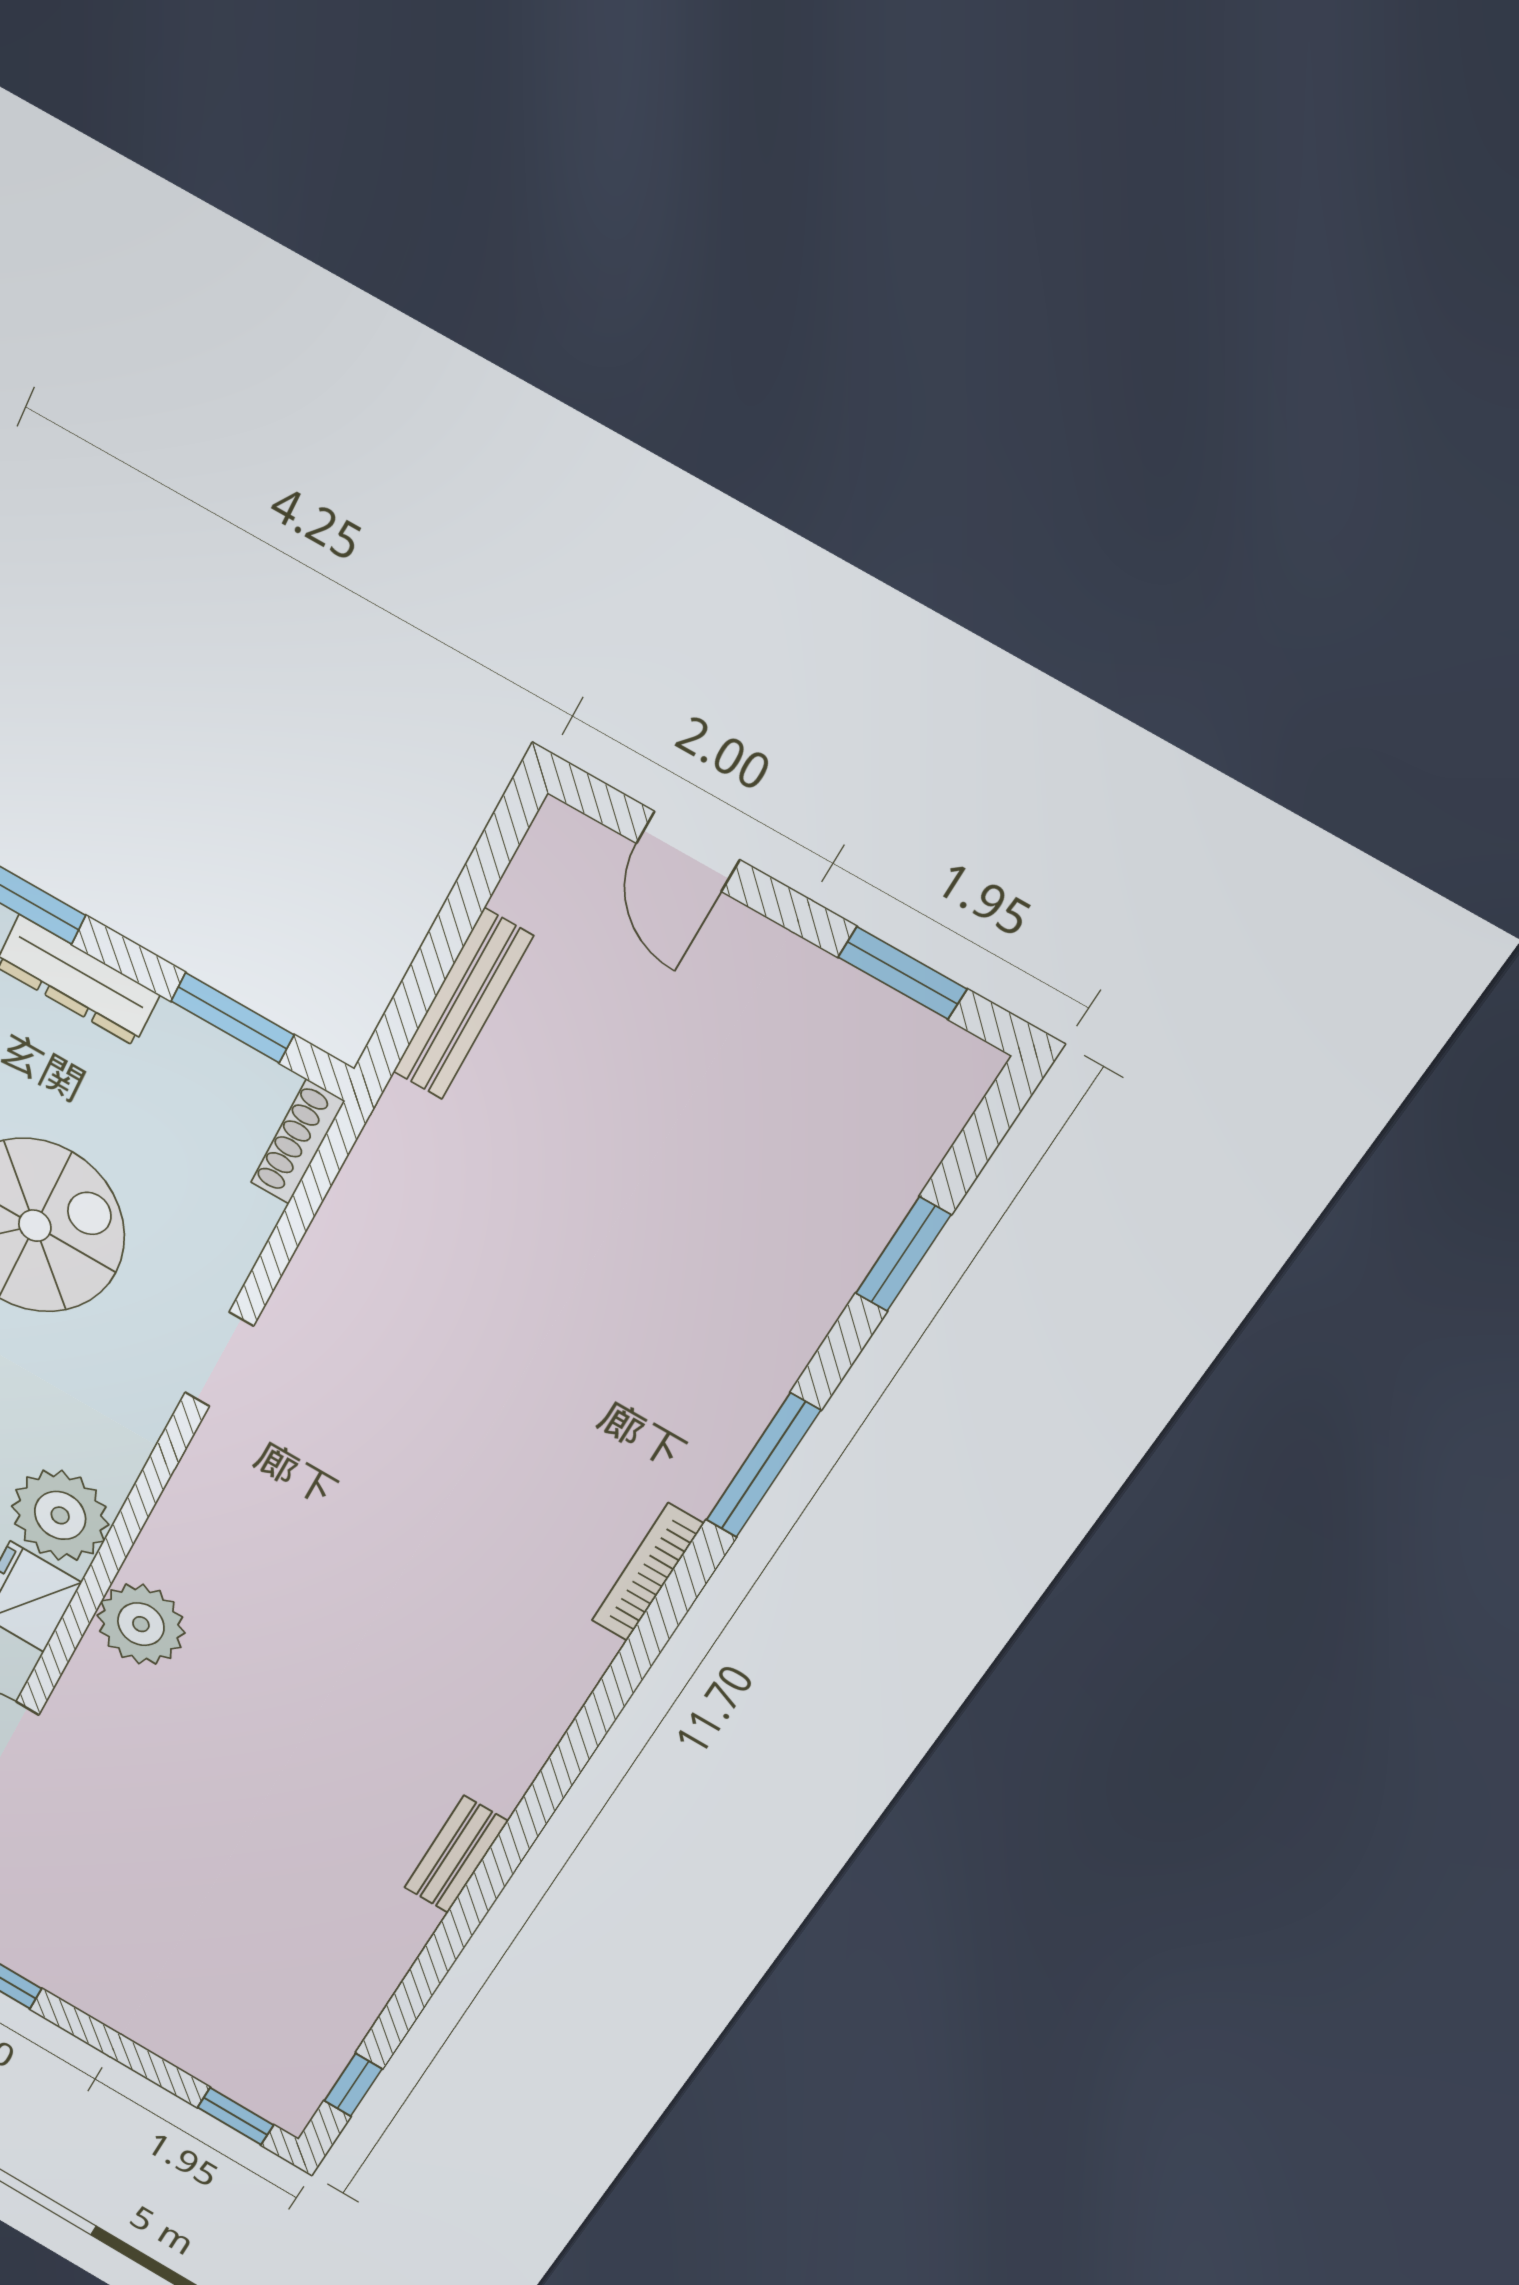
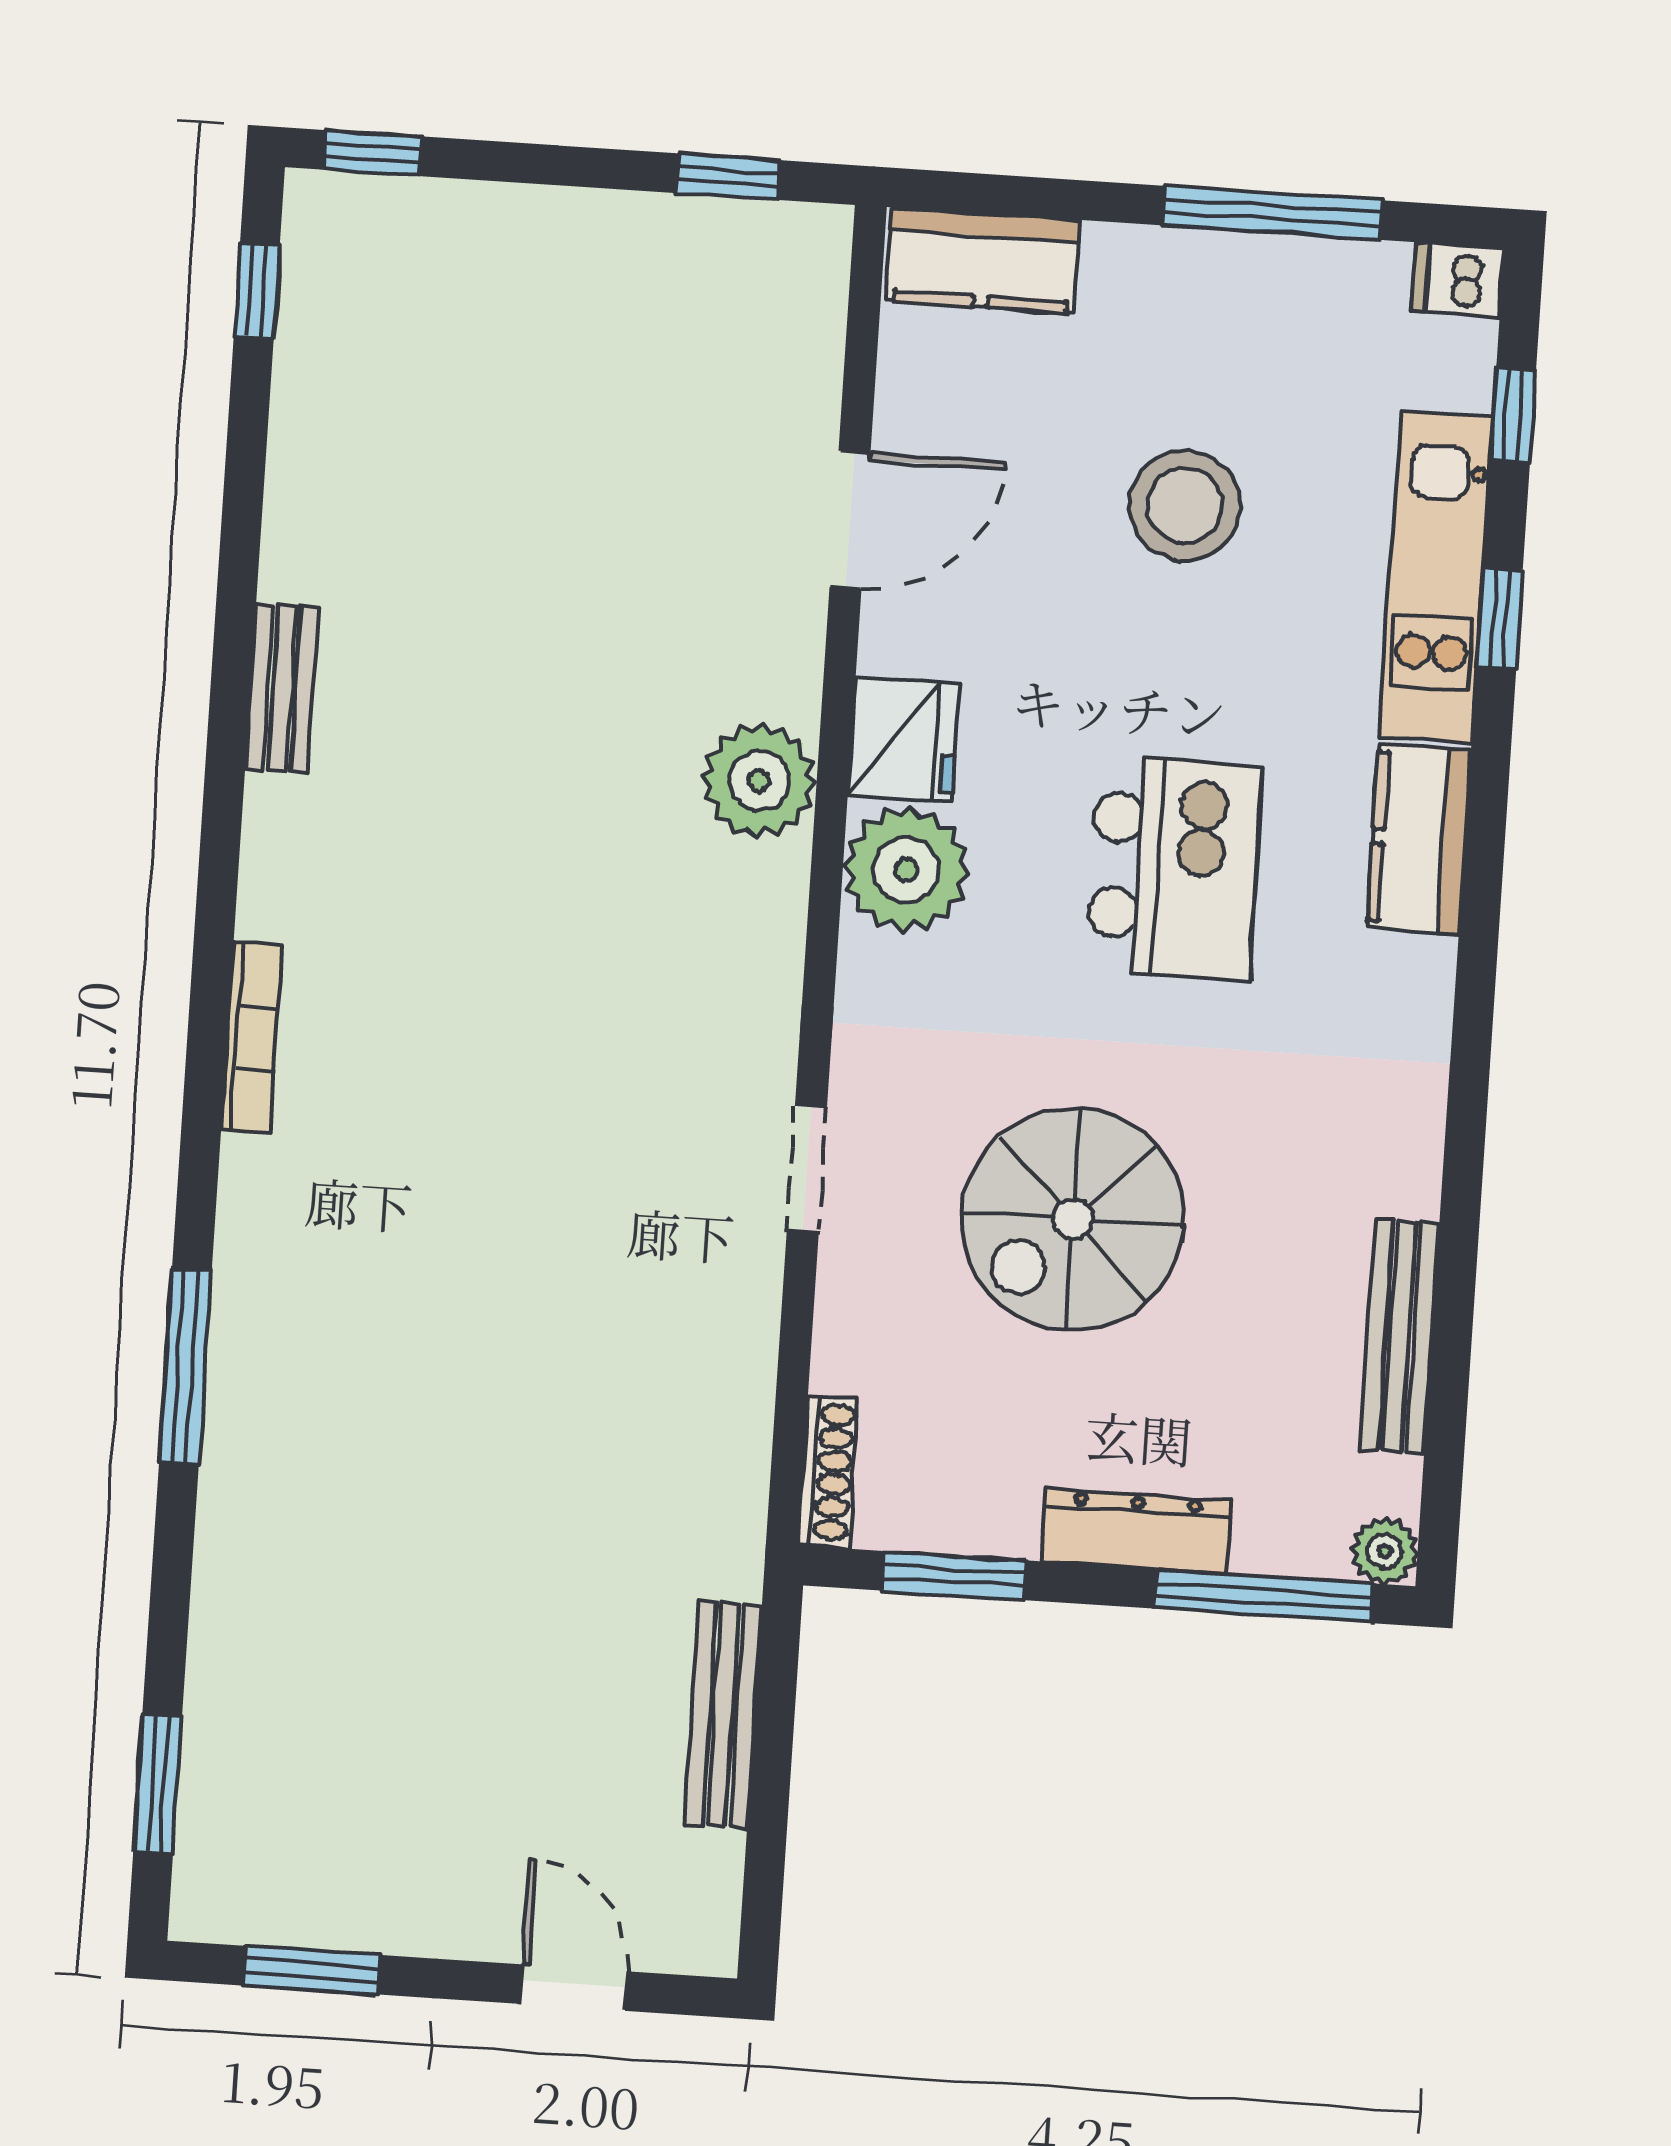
window: (903, 1254) -> (158, 1784), moved
bookcase: (647, 1572) -> (251, 1037), moved

